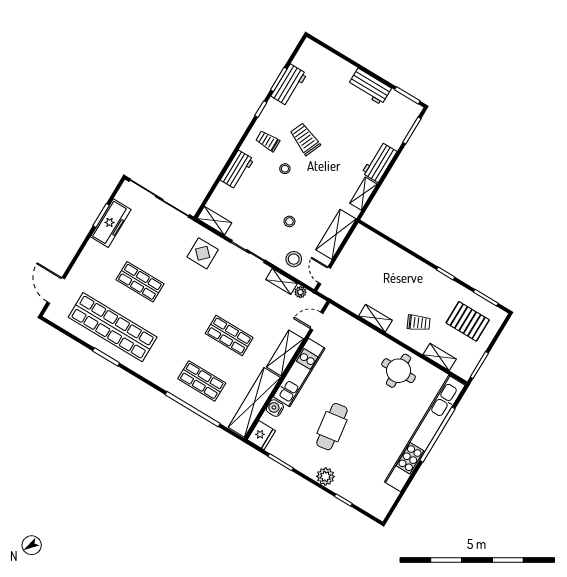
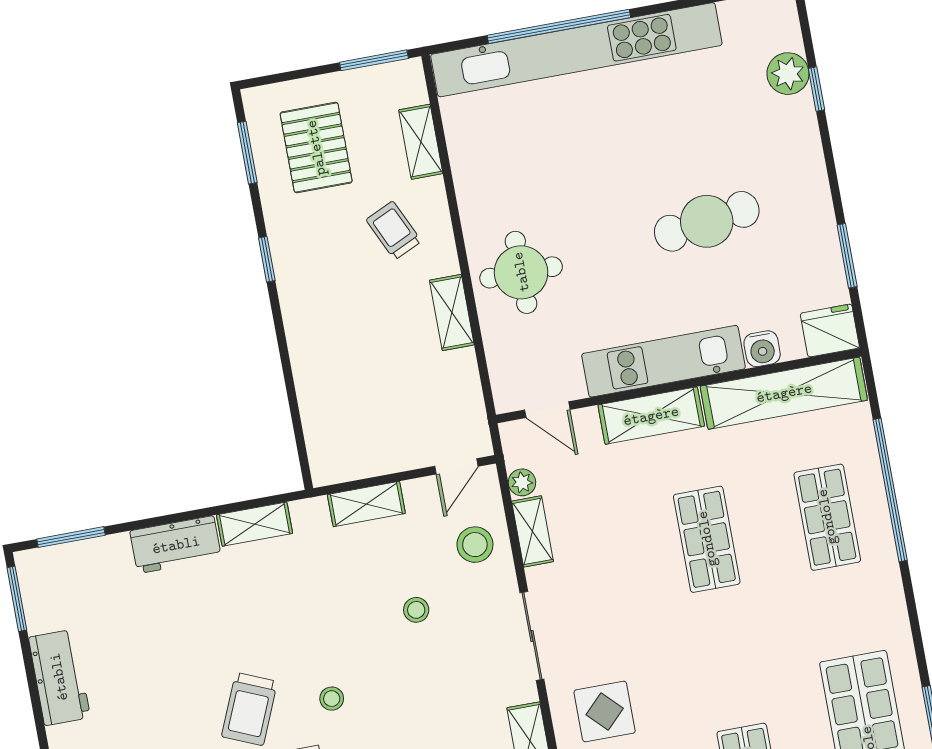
shelving: (336, 234) -> (366, 504), width x0.67, depth x0.75
round table: (399, 371) -> (521, 272), moved
plant: (325, 476) -> (788, 74), moved

